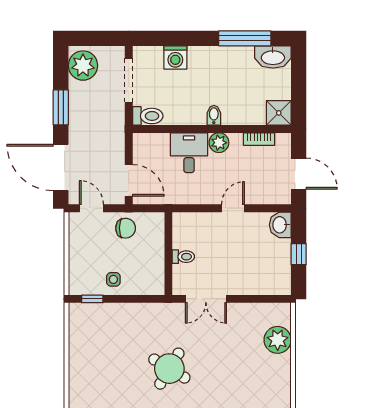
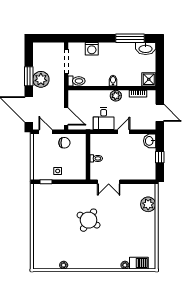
plant: (83, 66) -> (41, 79), moved
desk: (189, 153) -> (104, 119), moved, turned 180

